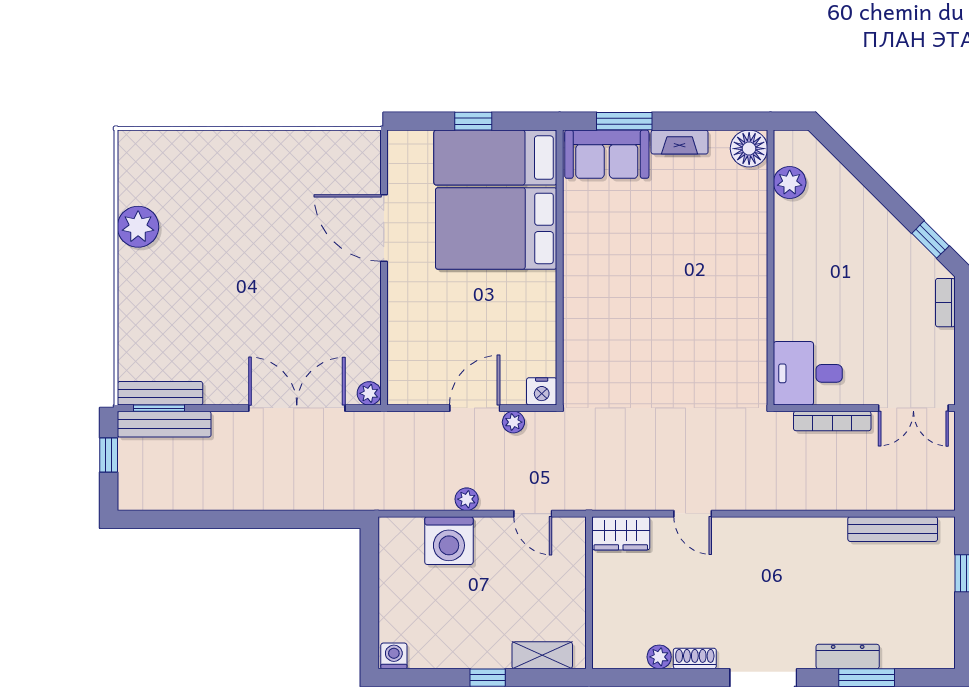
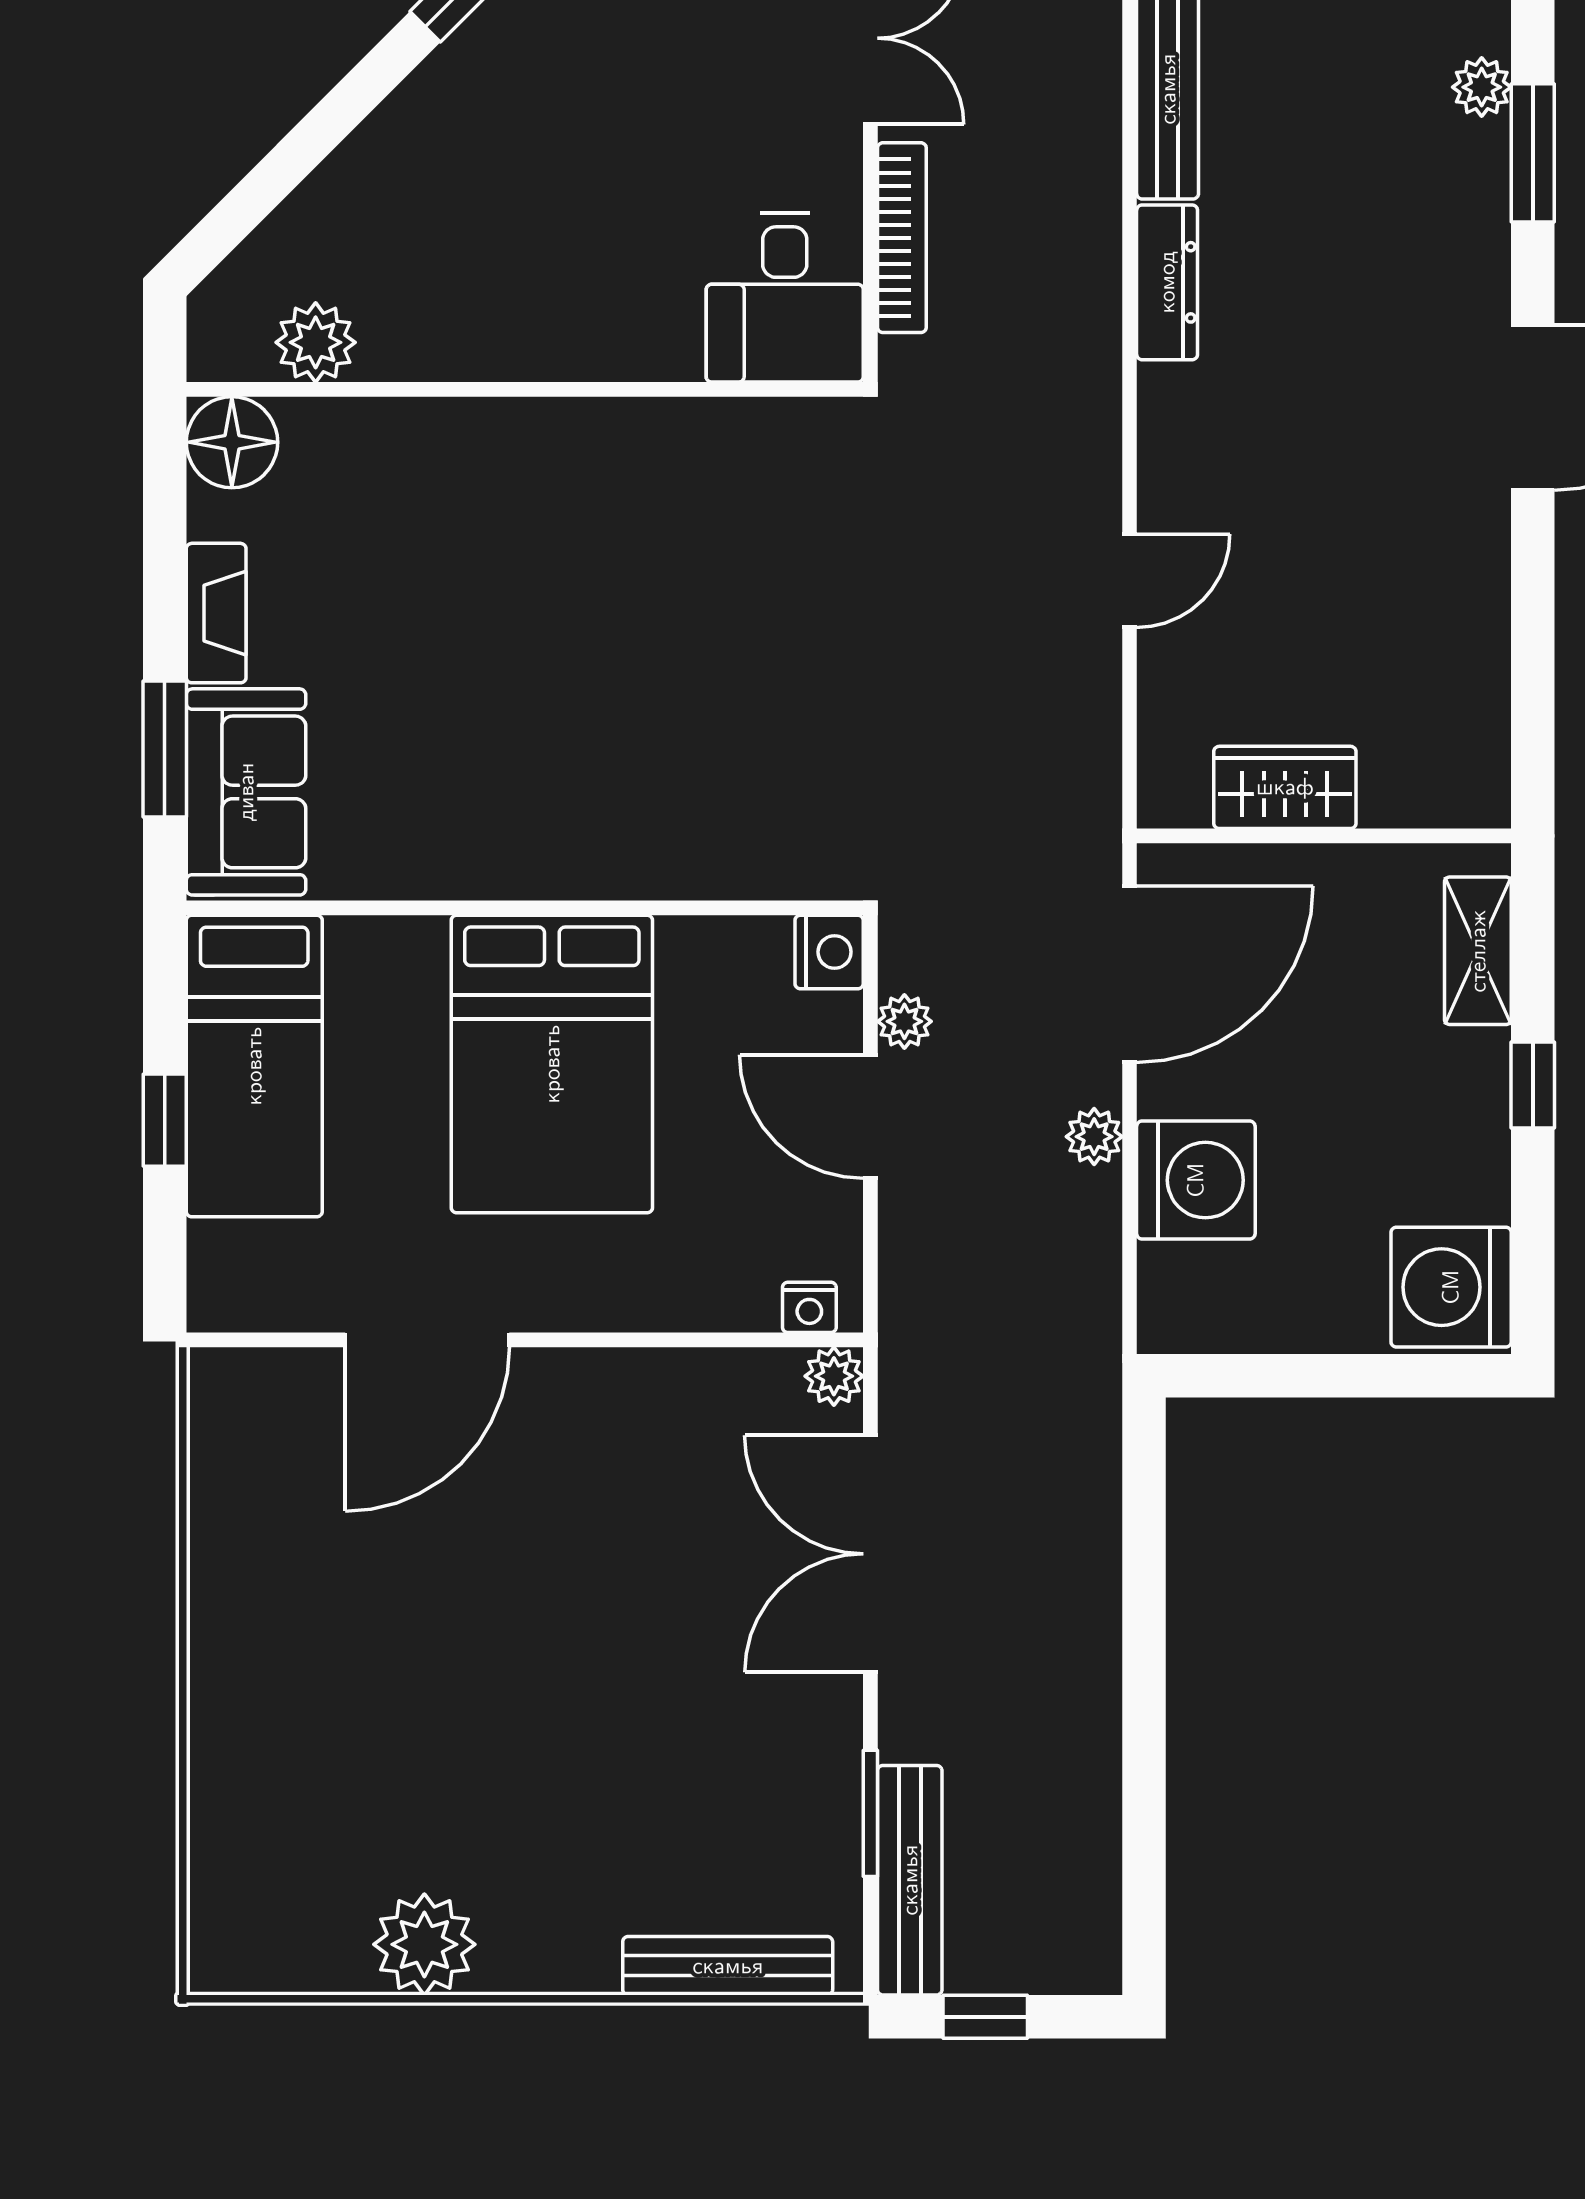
bed: (496, 228) -> (552, 1064), moved
nightstand: (397, 383) -> (809, 1307), added
bench: (160, 393) -> (728, 1966), moved, turned 90
window: (159, 408) -> (870, 1813), moved
door: (533, 514) -> (1130, 974), width x1.88
wardrobe: (621, 533) -> (1285, 787), moved, turned -90
washing machine: (394, 656) -> (1451, 1287), width x1.89, depth x1.89
dresser: (848, 656) -> (1167, 282), moved, turned 180
plant: (659, 657) -> (1482, 87), moved
shoe rack: (695, 658) -> (1486, 576), removed

